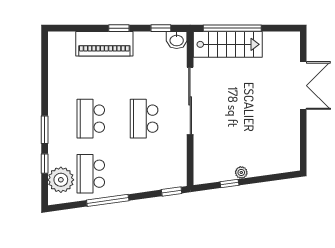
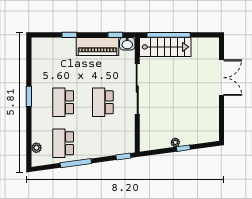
window: (119, 28) -> (69, 35), moved
piano: (104, 44) -> (98, 46), moved
window: (45, 130) -> (29, 96), moved
window: (45, 164) -> (29, 136), removed
plant: (61, 180) -> (36, 148), width x0.53, depth x0.53
window: (229, 183) -> (183, 148), moved

